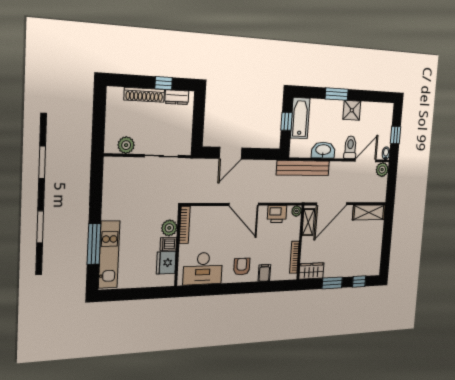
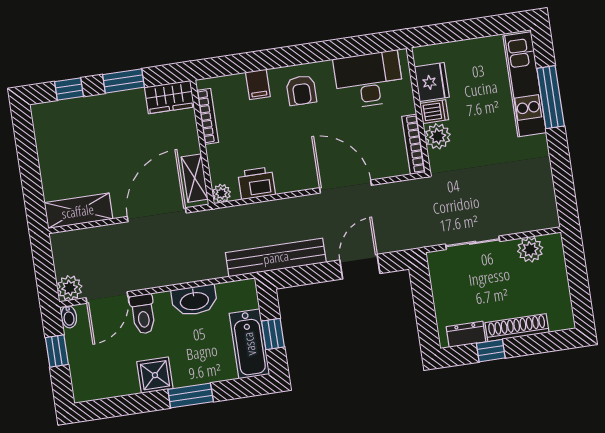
bench: (303, 168) -> (276, 257), moved
door: (244, 204) -> (345, 186), moved

